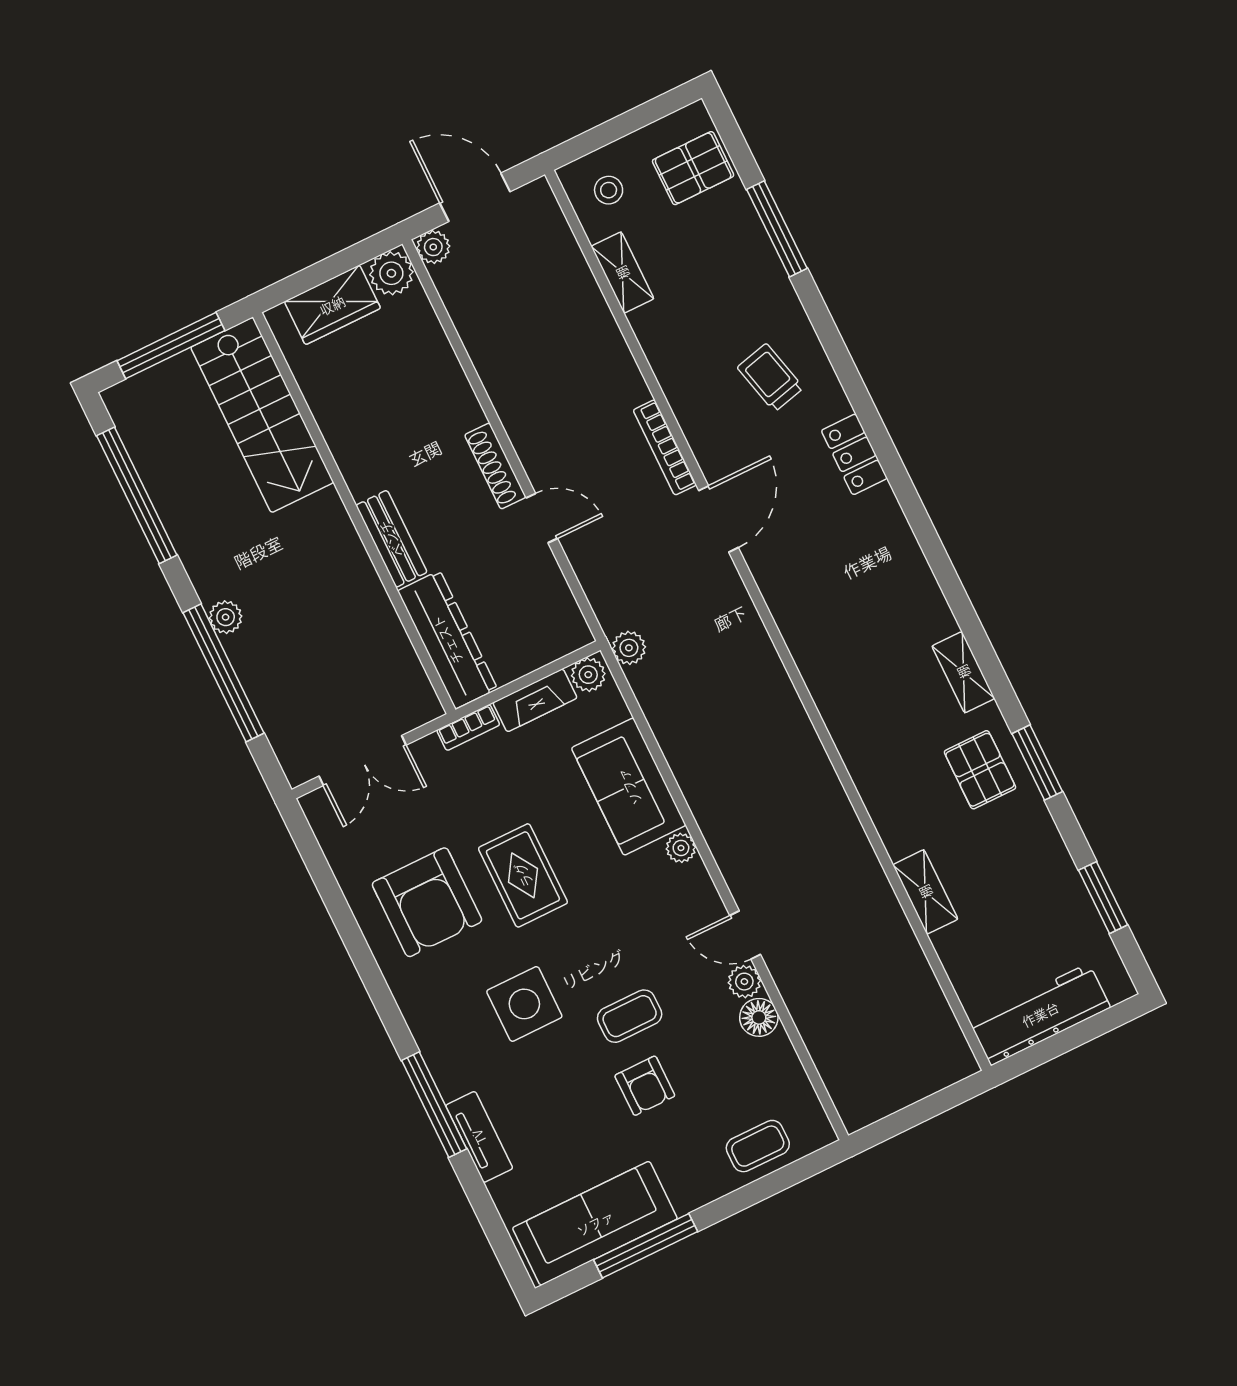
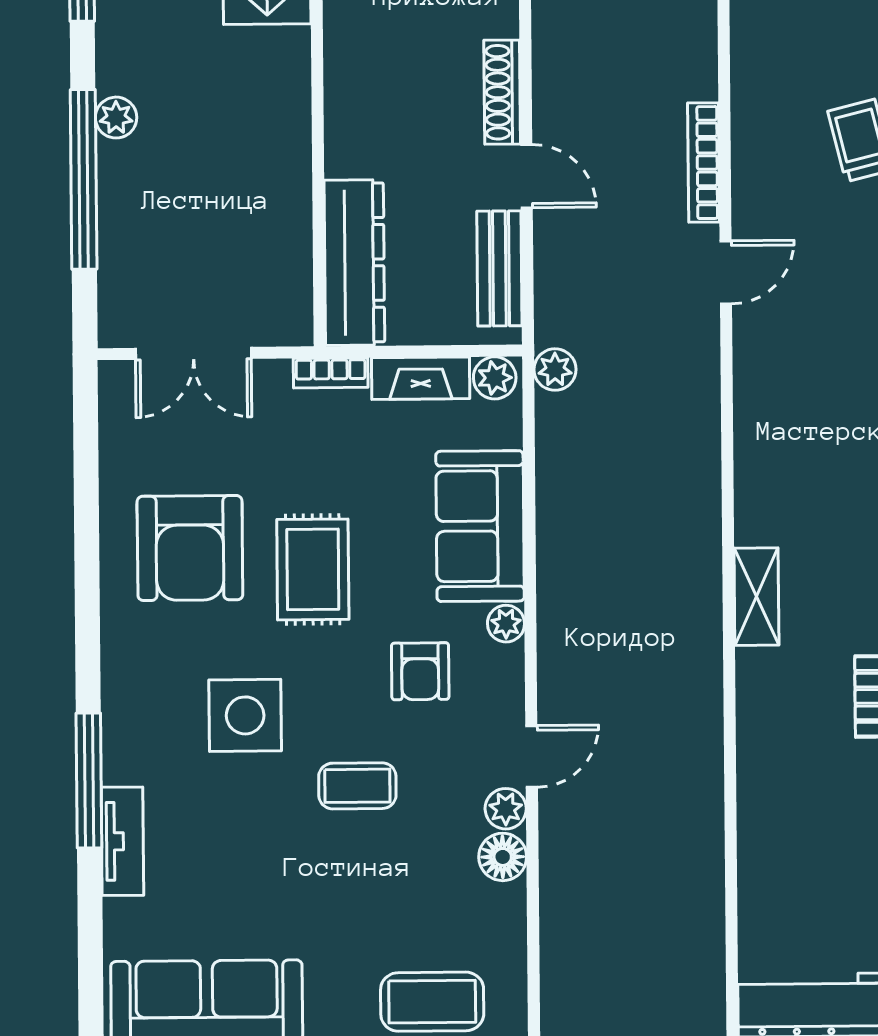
door: (719, 519) -> (726, 272), width x0.73
bench: (391, 539) -> (499, 268), moved
shelving: (925, 892) -> (756, 597), moved
door: (745, 935) -> (532, 756), swing flipped
armchair: (645, 1086) -> (420, 671), moved
coffee table: (758, 1146) -> (432, 1002), width x1.36, depth x1.30

